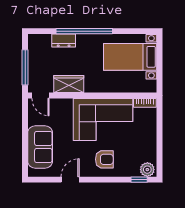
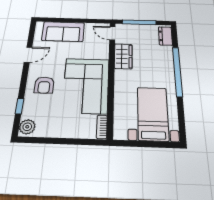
dresser: (64, 41) -> (165, 36), moved
door: (40, 96) -> (112, 33), hinge flipped
door: (70, 180) -> (28, 55), hinge flipped
window: (139, 180) -> (19, 106), moved

